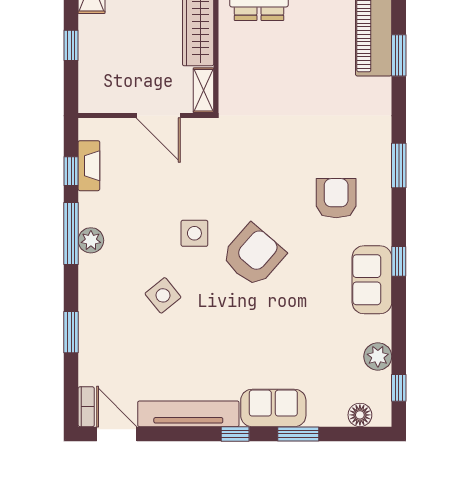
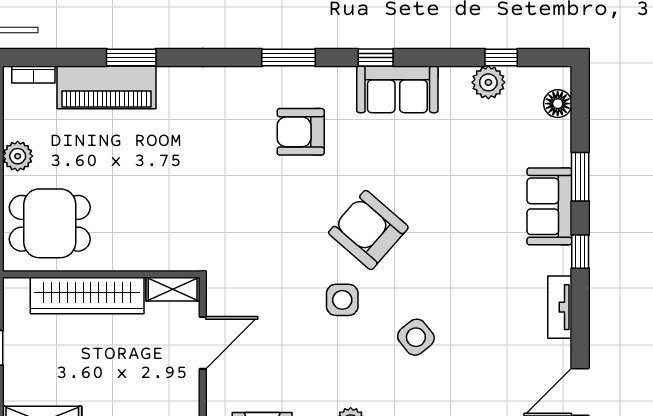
window: (399, 166) -> (289, 57), moved
window: (399, 388) -> (501, 57), moved
tv unit: (188, 414) -> (560, 307), width x0.52, depth x0.78

